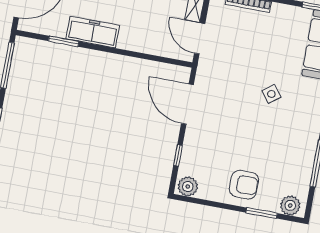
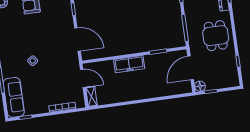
freezer: (93, 32) -> (129, 64), moved

